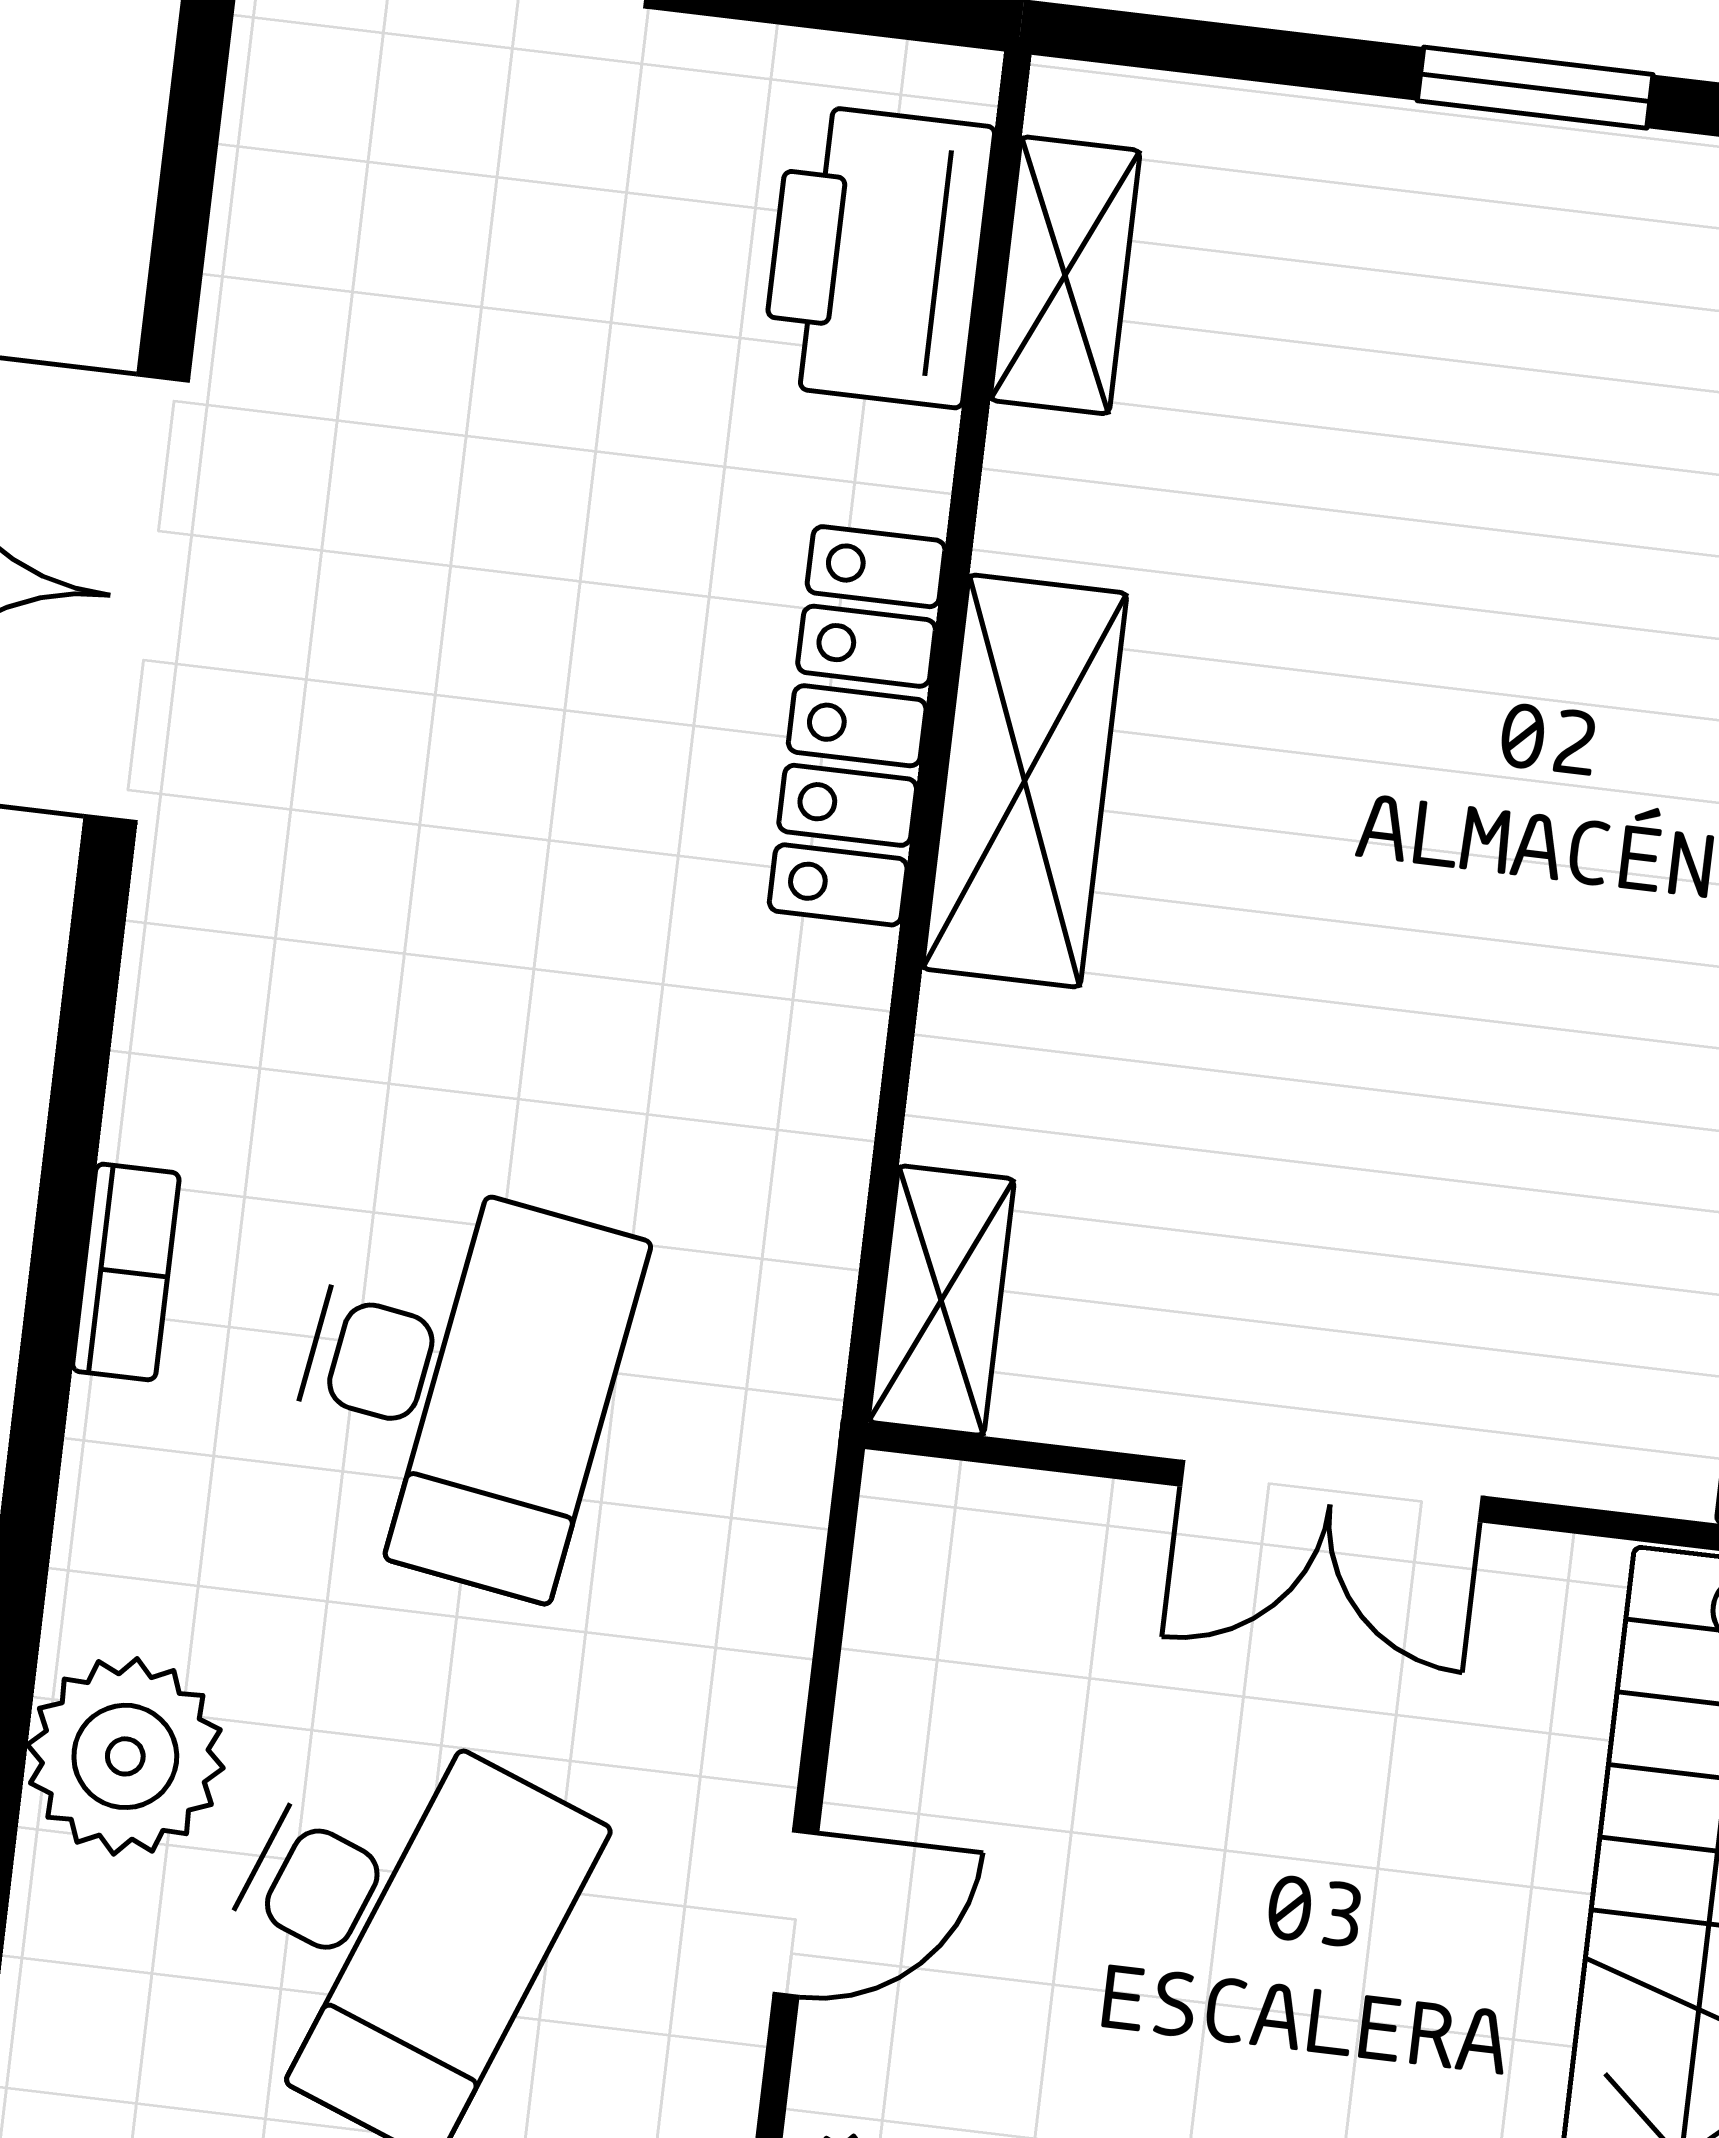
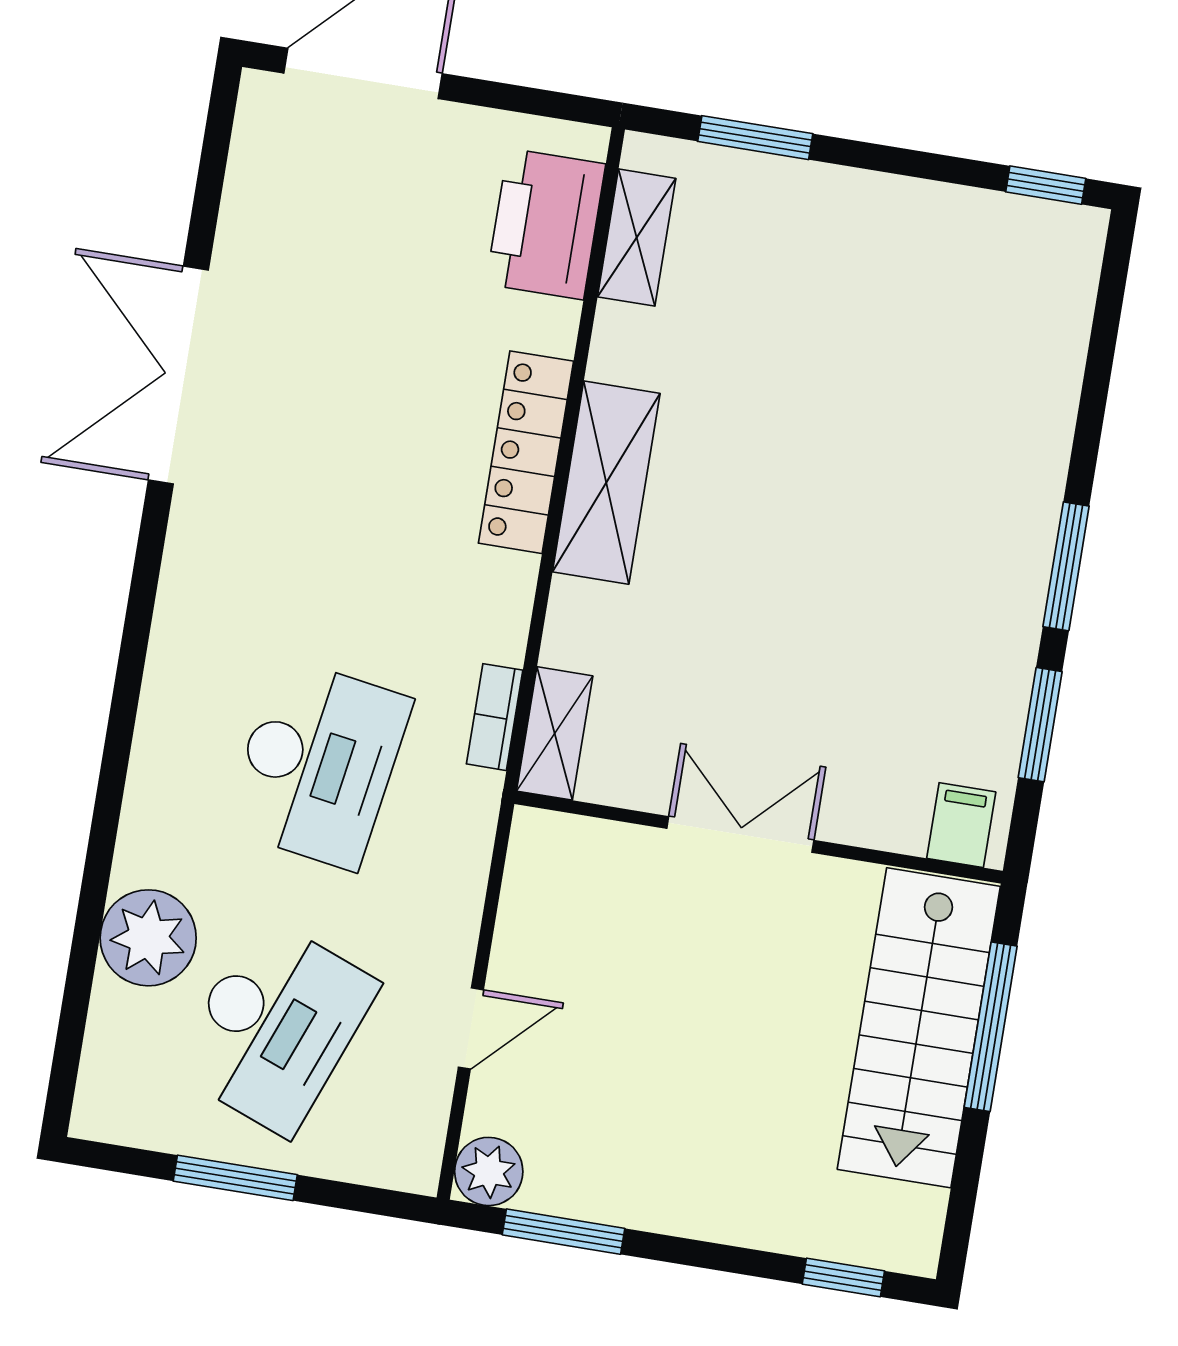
window: (1535, 88) -> (755, 138), moved
bookcase: (126, 1272) -> (495, 717), moved, turned 180
double door: (1331, 1491) -> (740, 834), swing flipped

